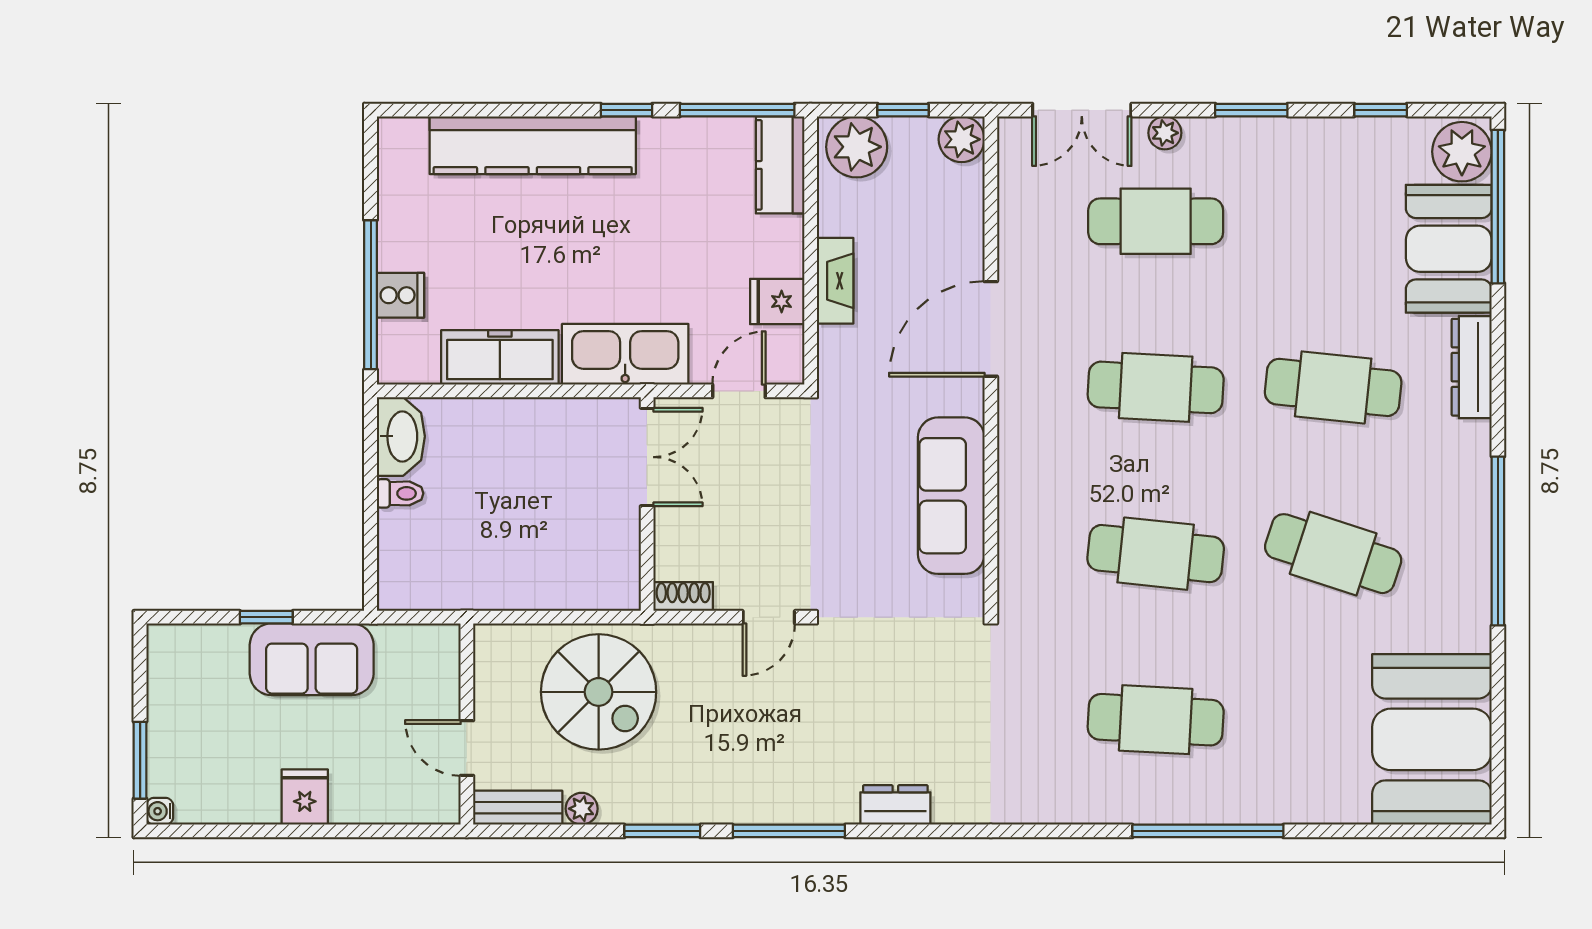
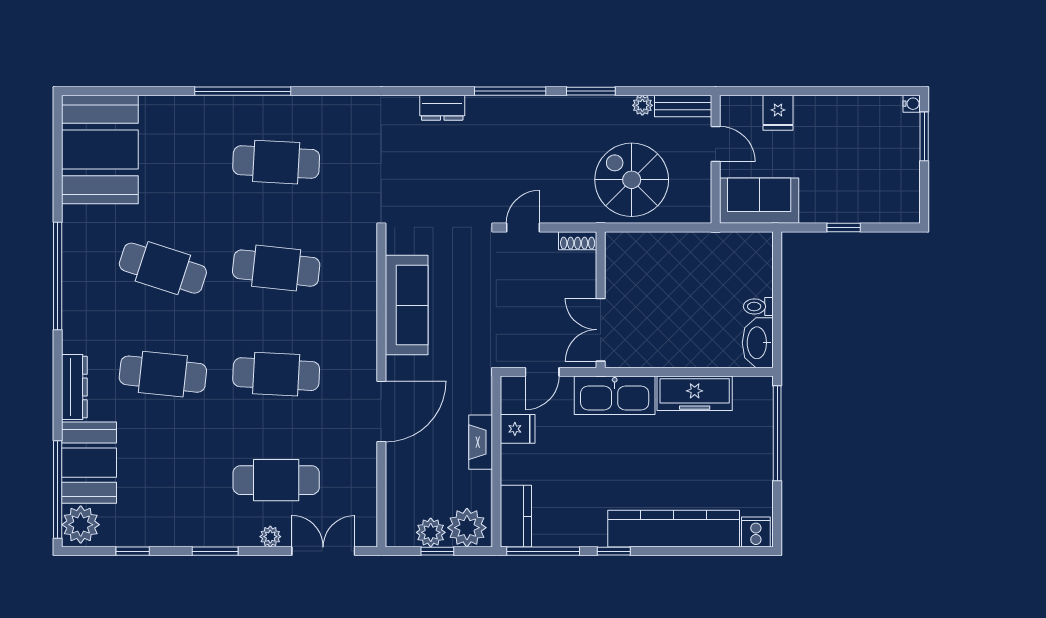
plant: (962, 139) -> (431, 532), moved
cooker: (400, 295) -> (756, 532), moved, turned 90
sofa: (312, 659) -> (759, 201), moved
fridge: (305, 797) -> (778, 113), moved

